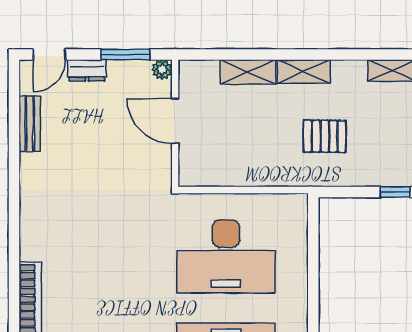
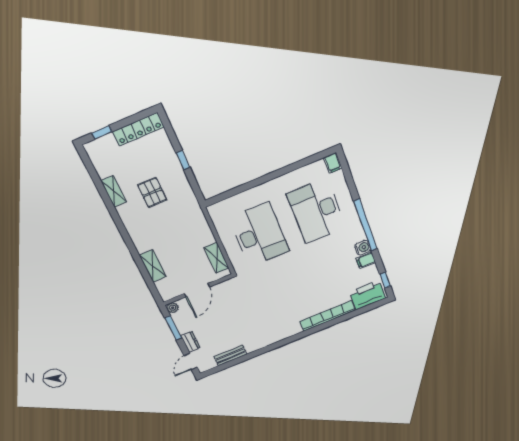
door: (49, 54) -> (191, 362), swing flipped
shelving: (304, 71) -> (217, 258), moved
pallet: (325, 136) -> (152, 193), moved

